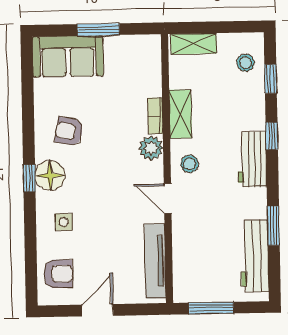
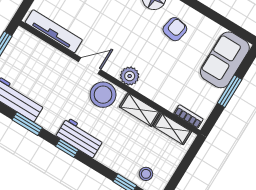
shelving: (194, 44) -> (172, 129), moved, turned 90
bookcase: (155, 116) -> (188, 116), moved
window: (272, 136) -> (67, 148), moved
stool: (190, 164) -> (103, 95), width x1.89, depth x1.89

